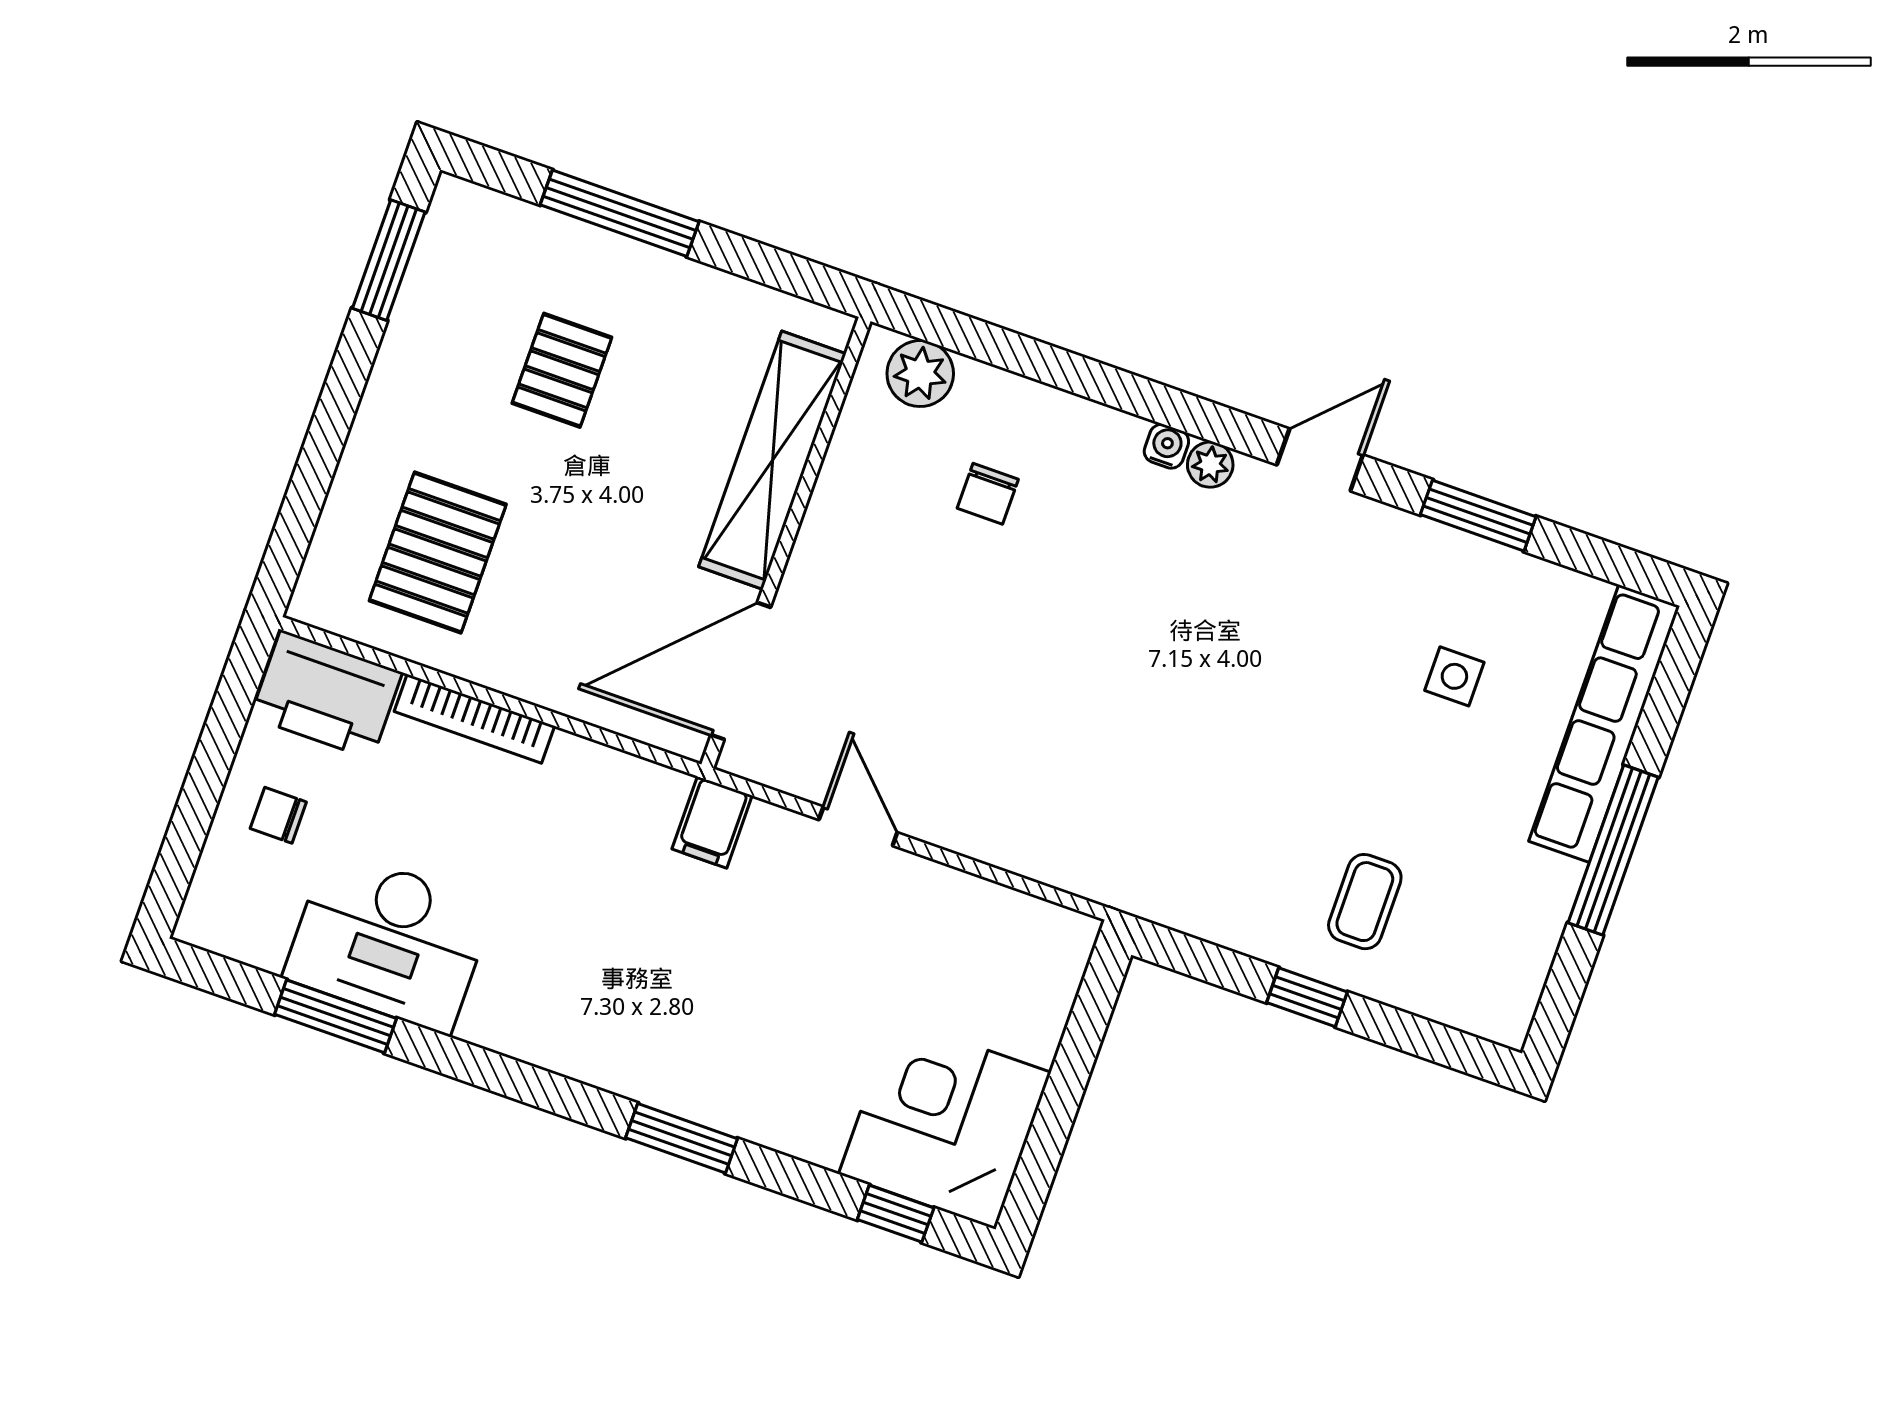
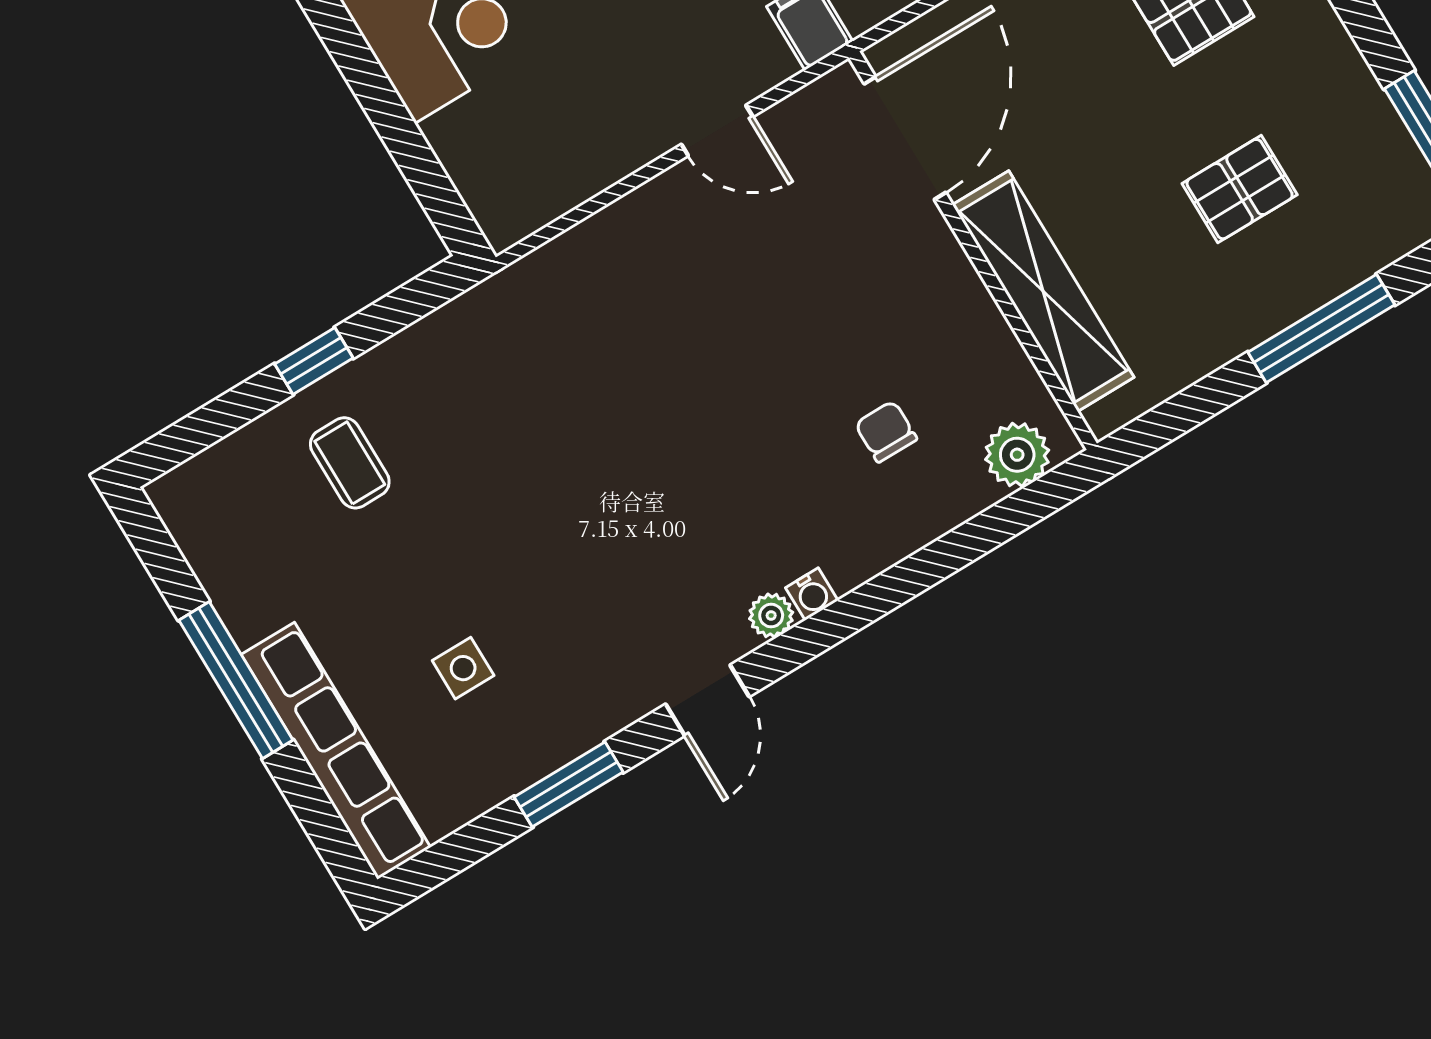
pallet: (562, 370) -> (1240, 189), turned 90

